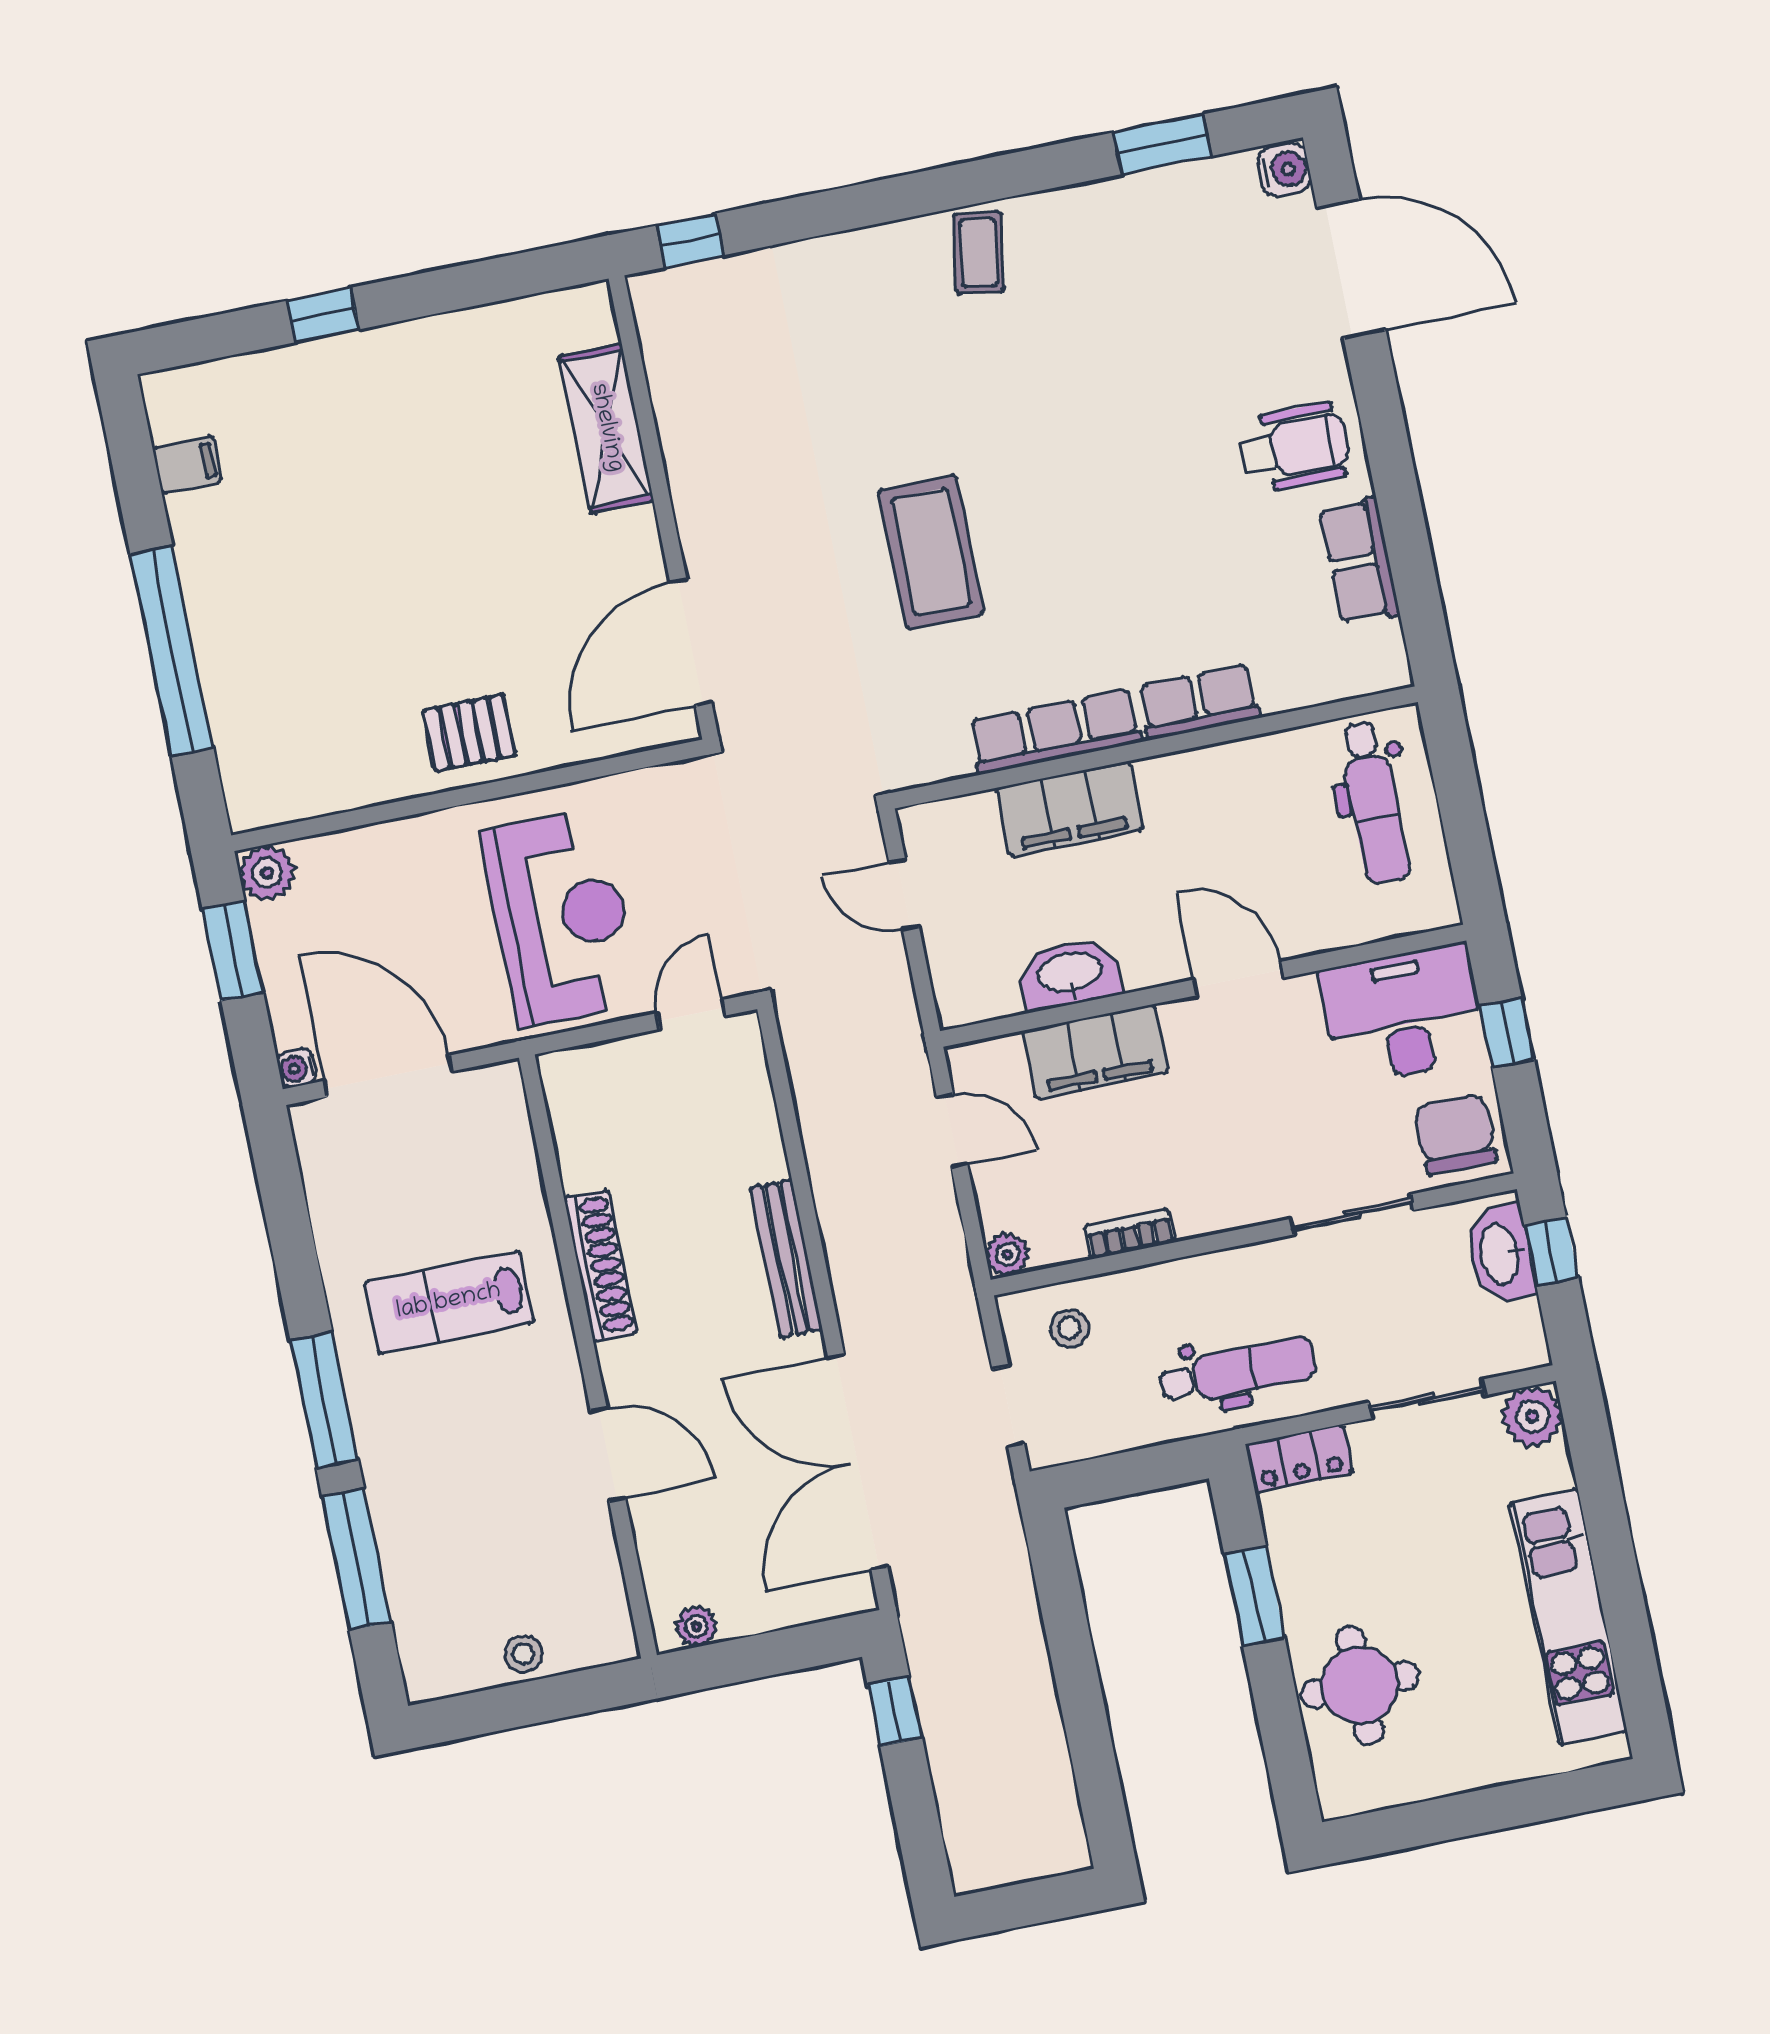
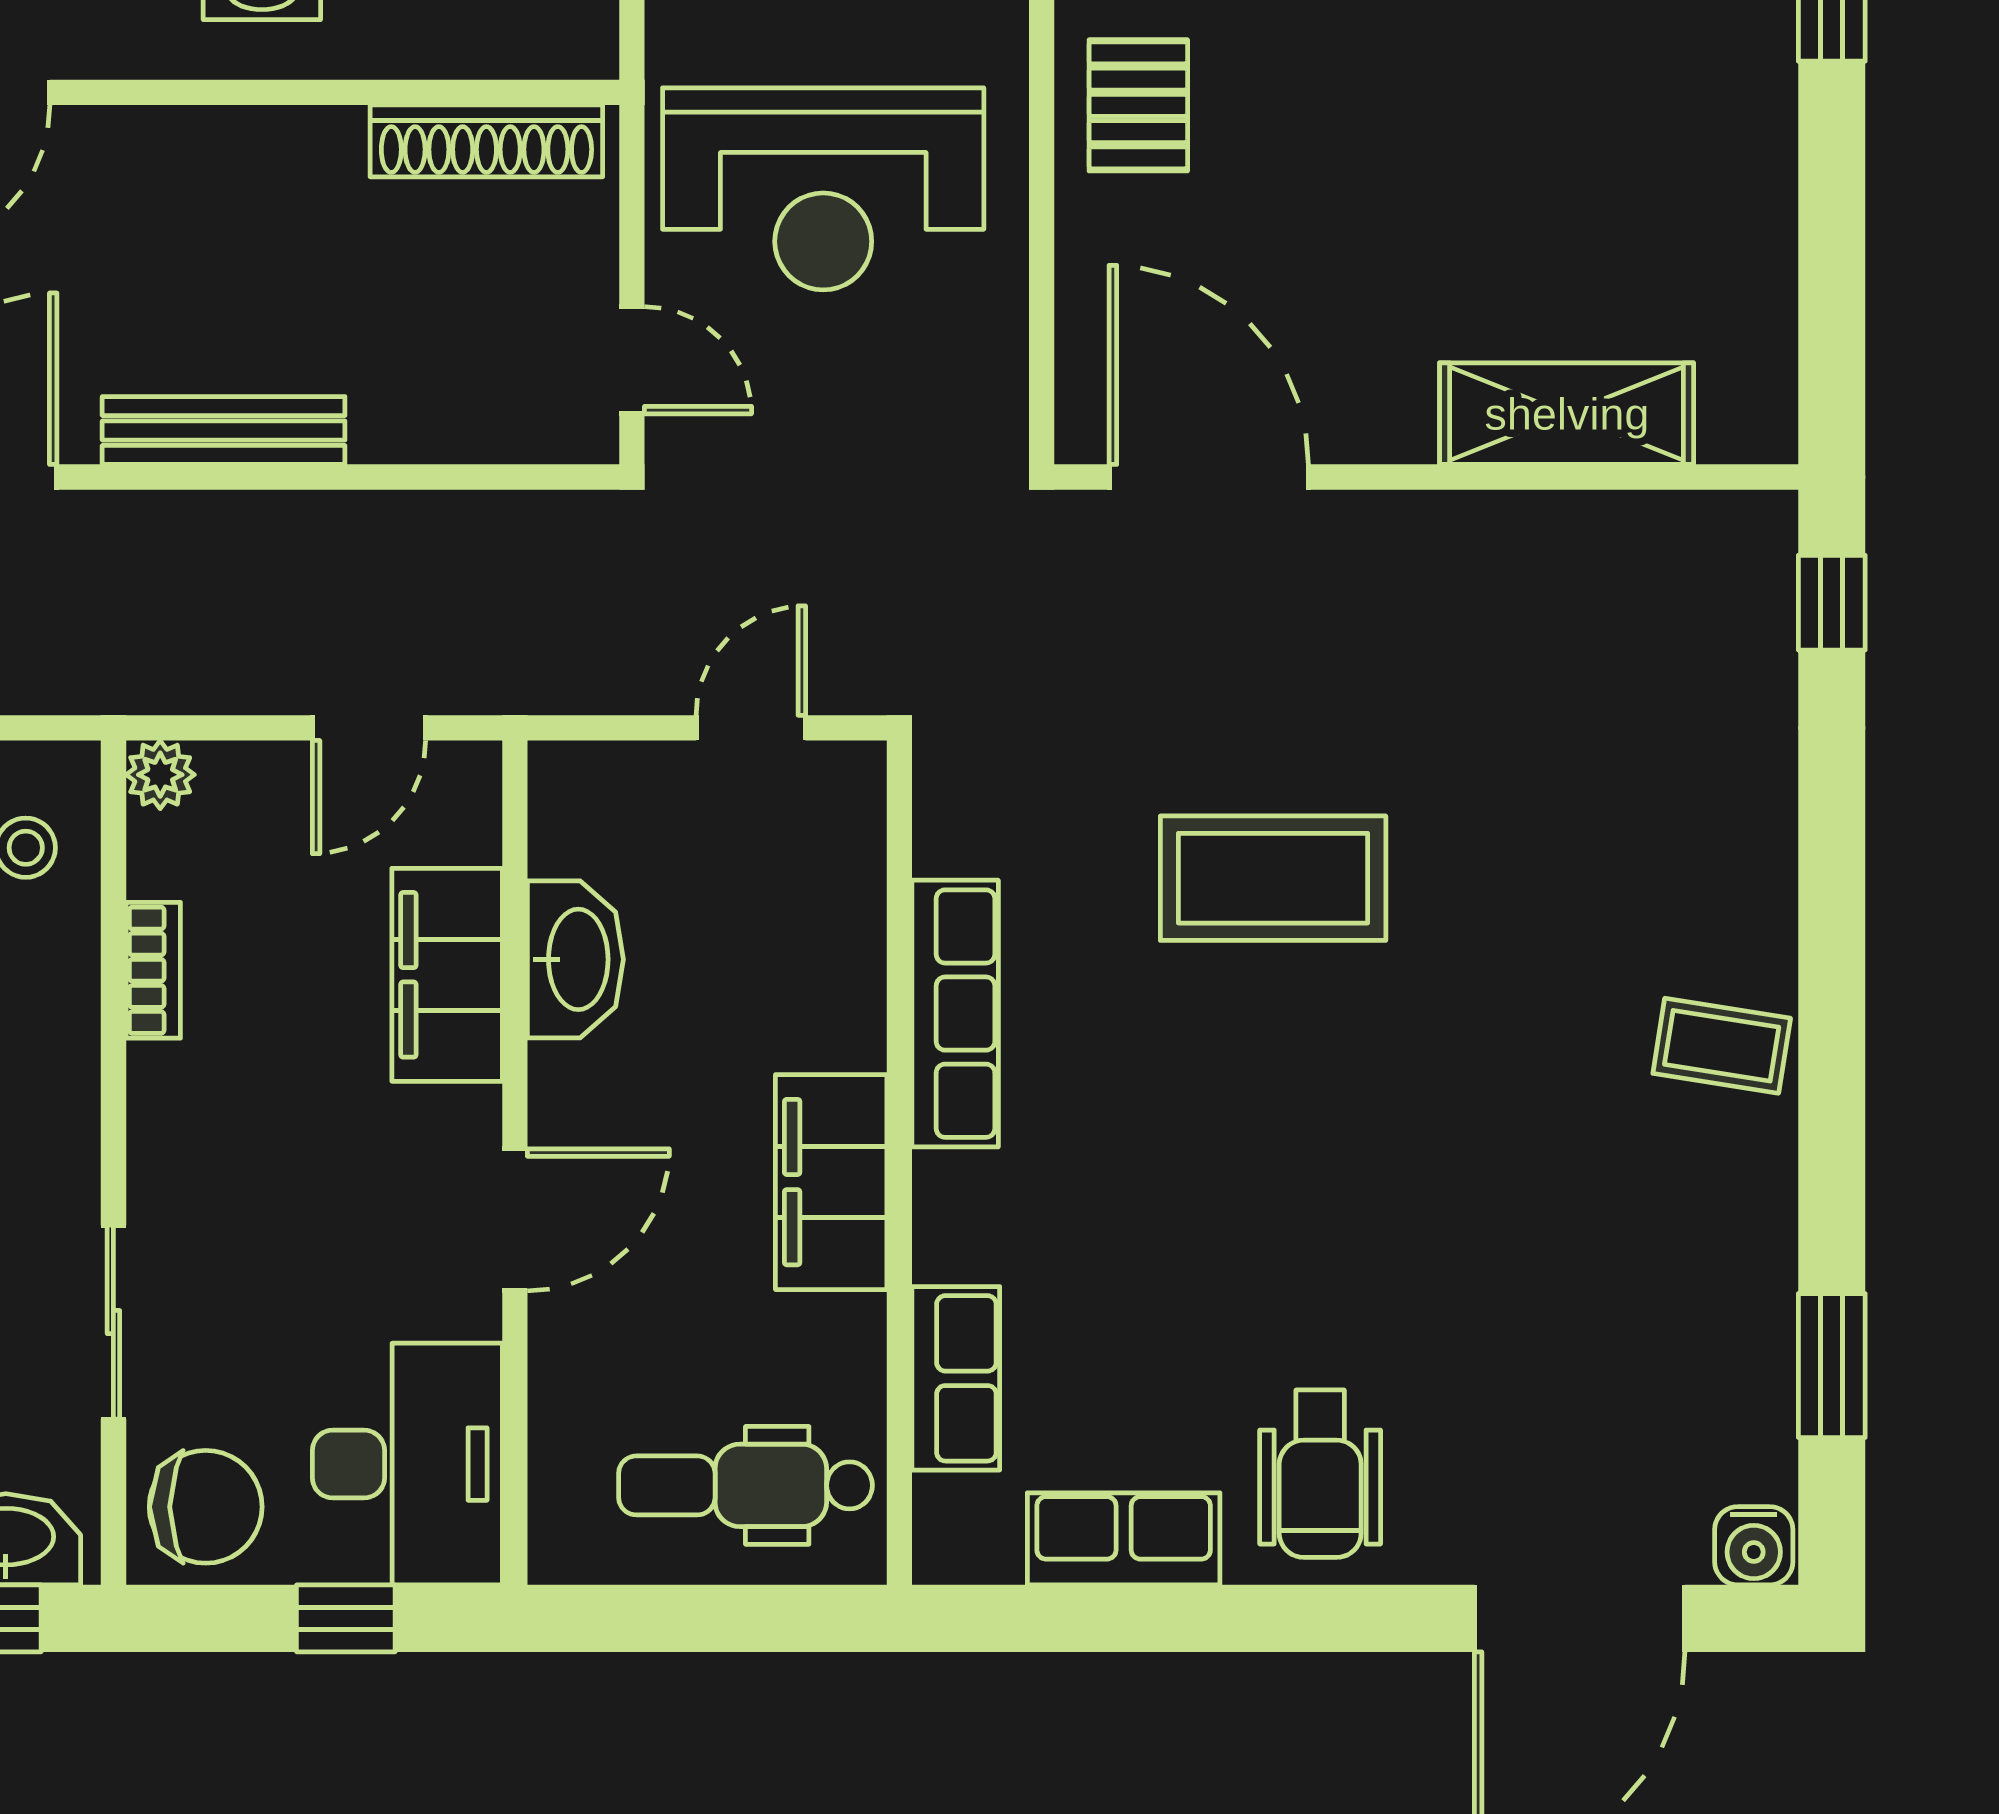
row of seats: (1199, 702) -> (956, 1378), moved
filing cabinet: (1070, 809) -> (831, 1182), moved
shoe rack: (601, 1266) -> (486, 141), moved

